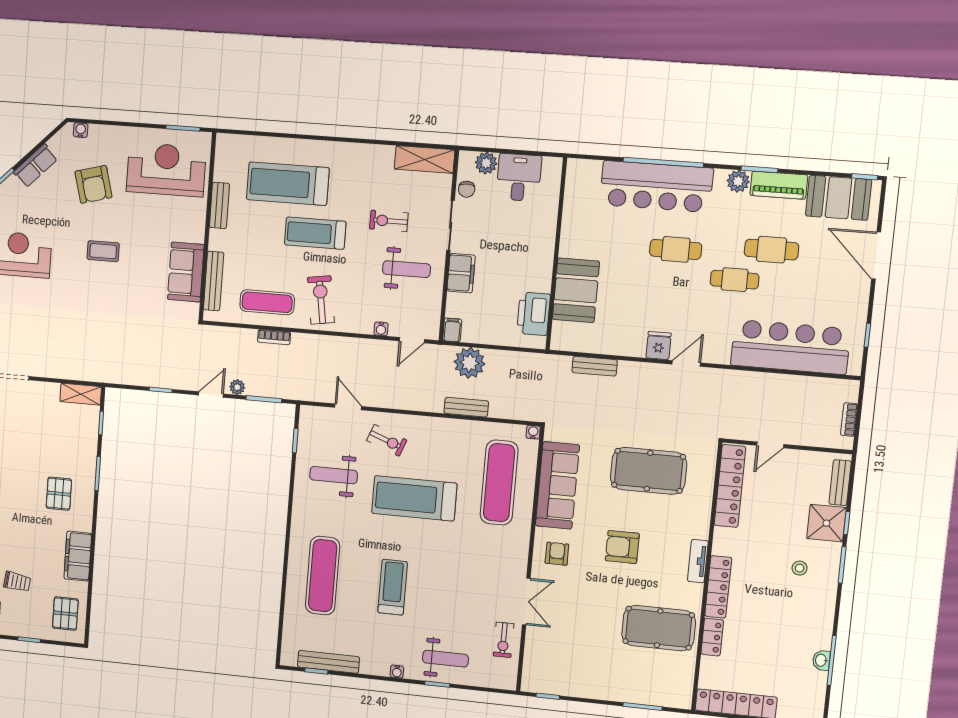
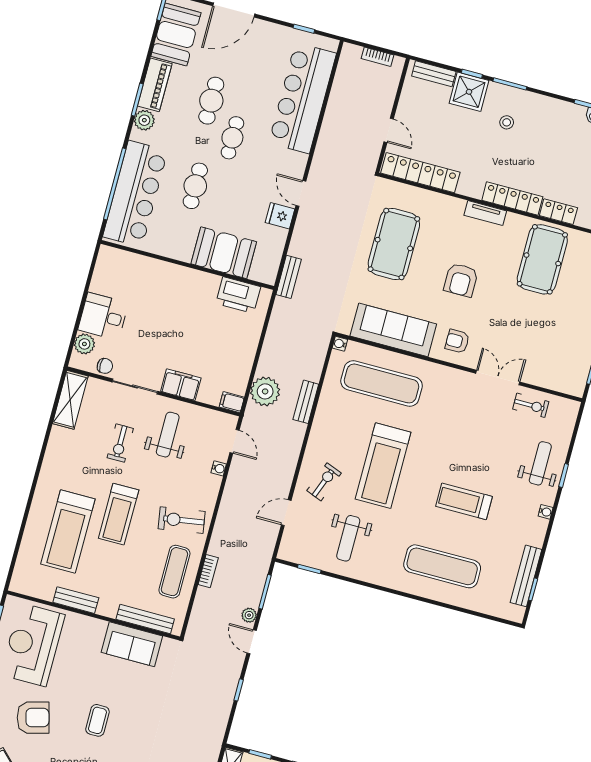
wall: (556, 254) -> (187, 265), moved
booth: (576, 290) -> (224, 253), moved
printer: (534, 314) -> (238, 295), moved

